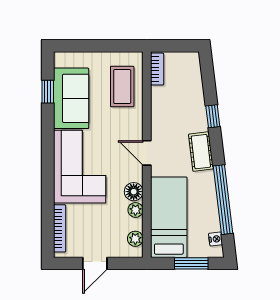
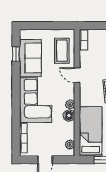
door: (147, 153) -> (77, 75), moved
plant: (135, 210) -> (70, 104), moved

